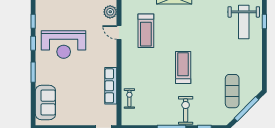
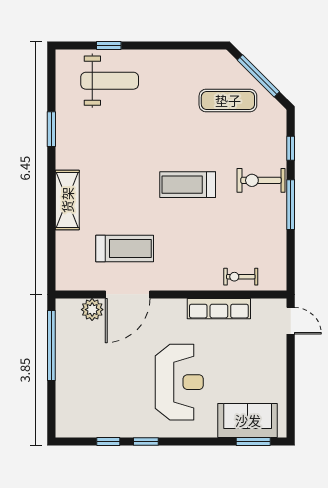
door: (119, 32) -> (128, 294), width x1.88
reception desk: (64, 44) -> (179, 382), moved
window: (33, 72) -> (253, 442), moved

